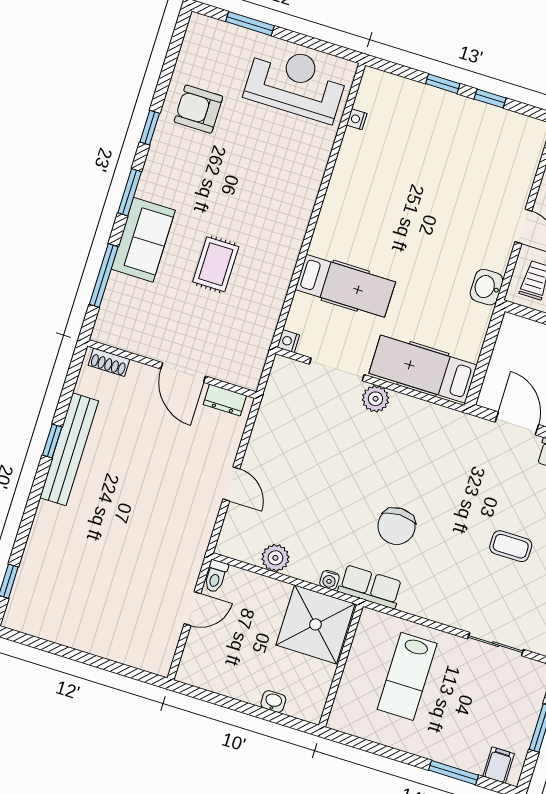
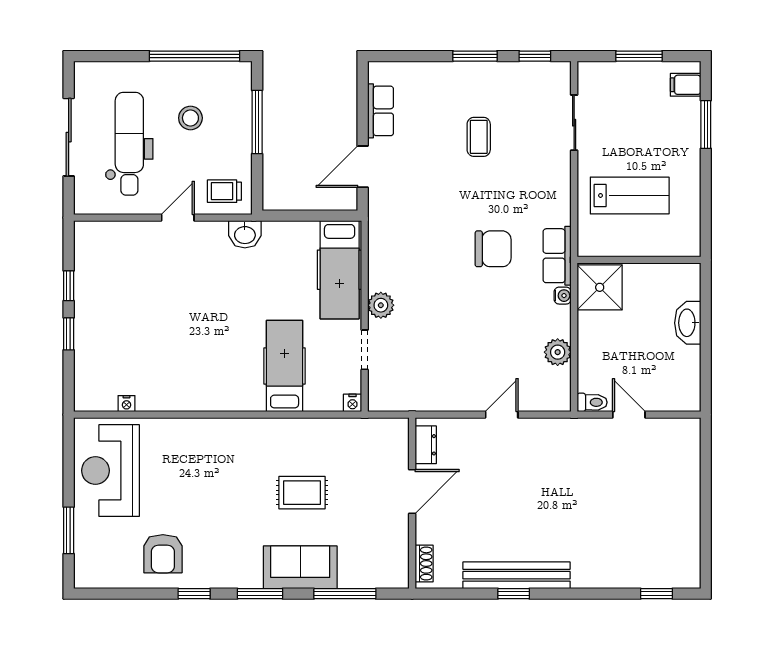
doorway: (337, 369) -> (365, 350), width x0.73
shower: (316, 624) -> (600, 287), width x0.73, depth x0.73
washbasin: (273, 701) -> (688, 323), width x1.91, depth x1.45

